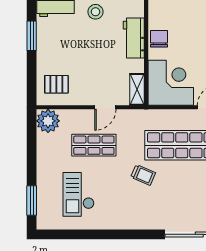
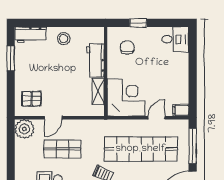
chair: (159, 39) -> (127, 47), moved
shelving: (137, 89) -> (98, 91), moved
door: (105, 107) -> (53, 118), moved

